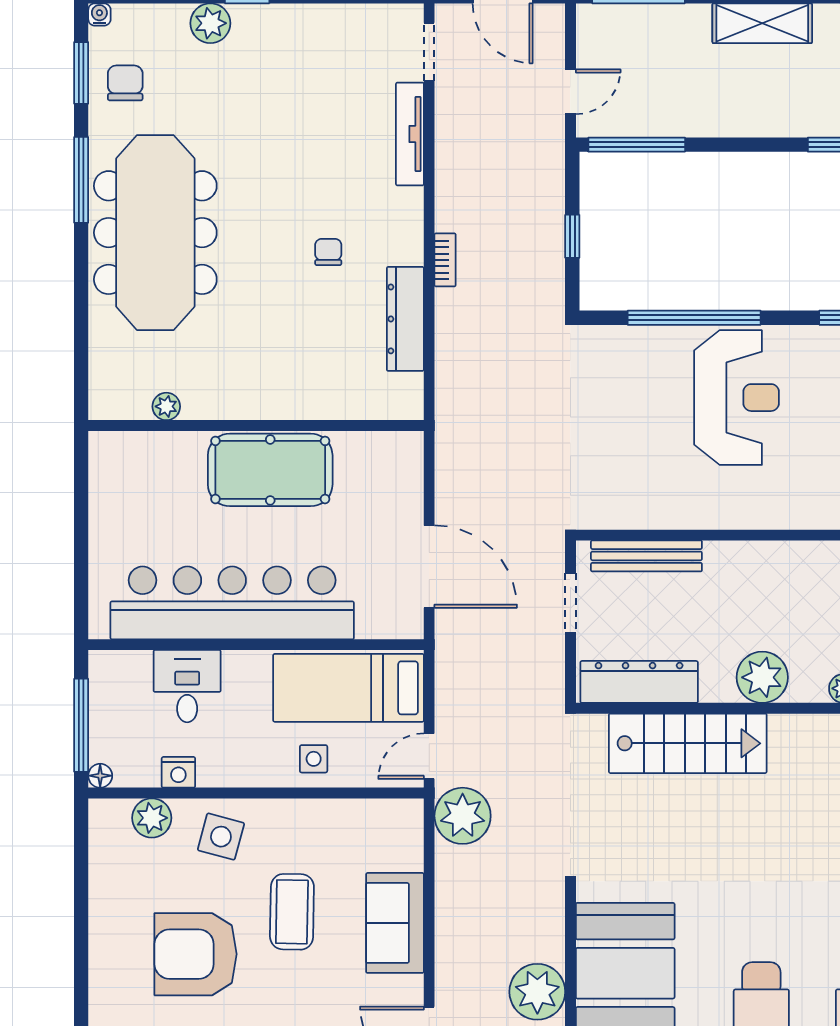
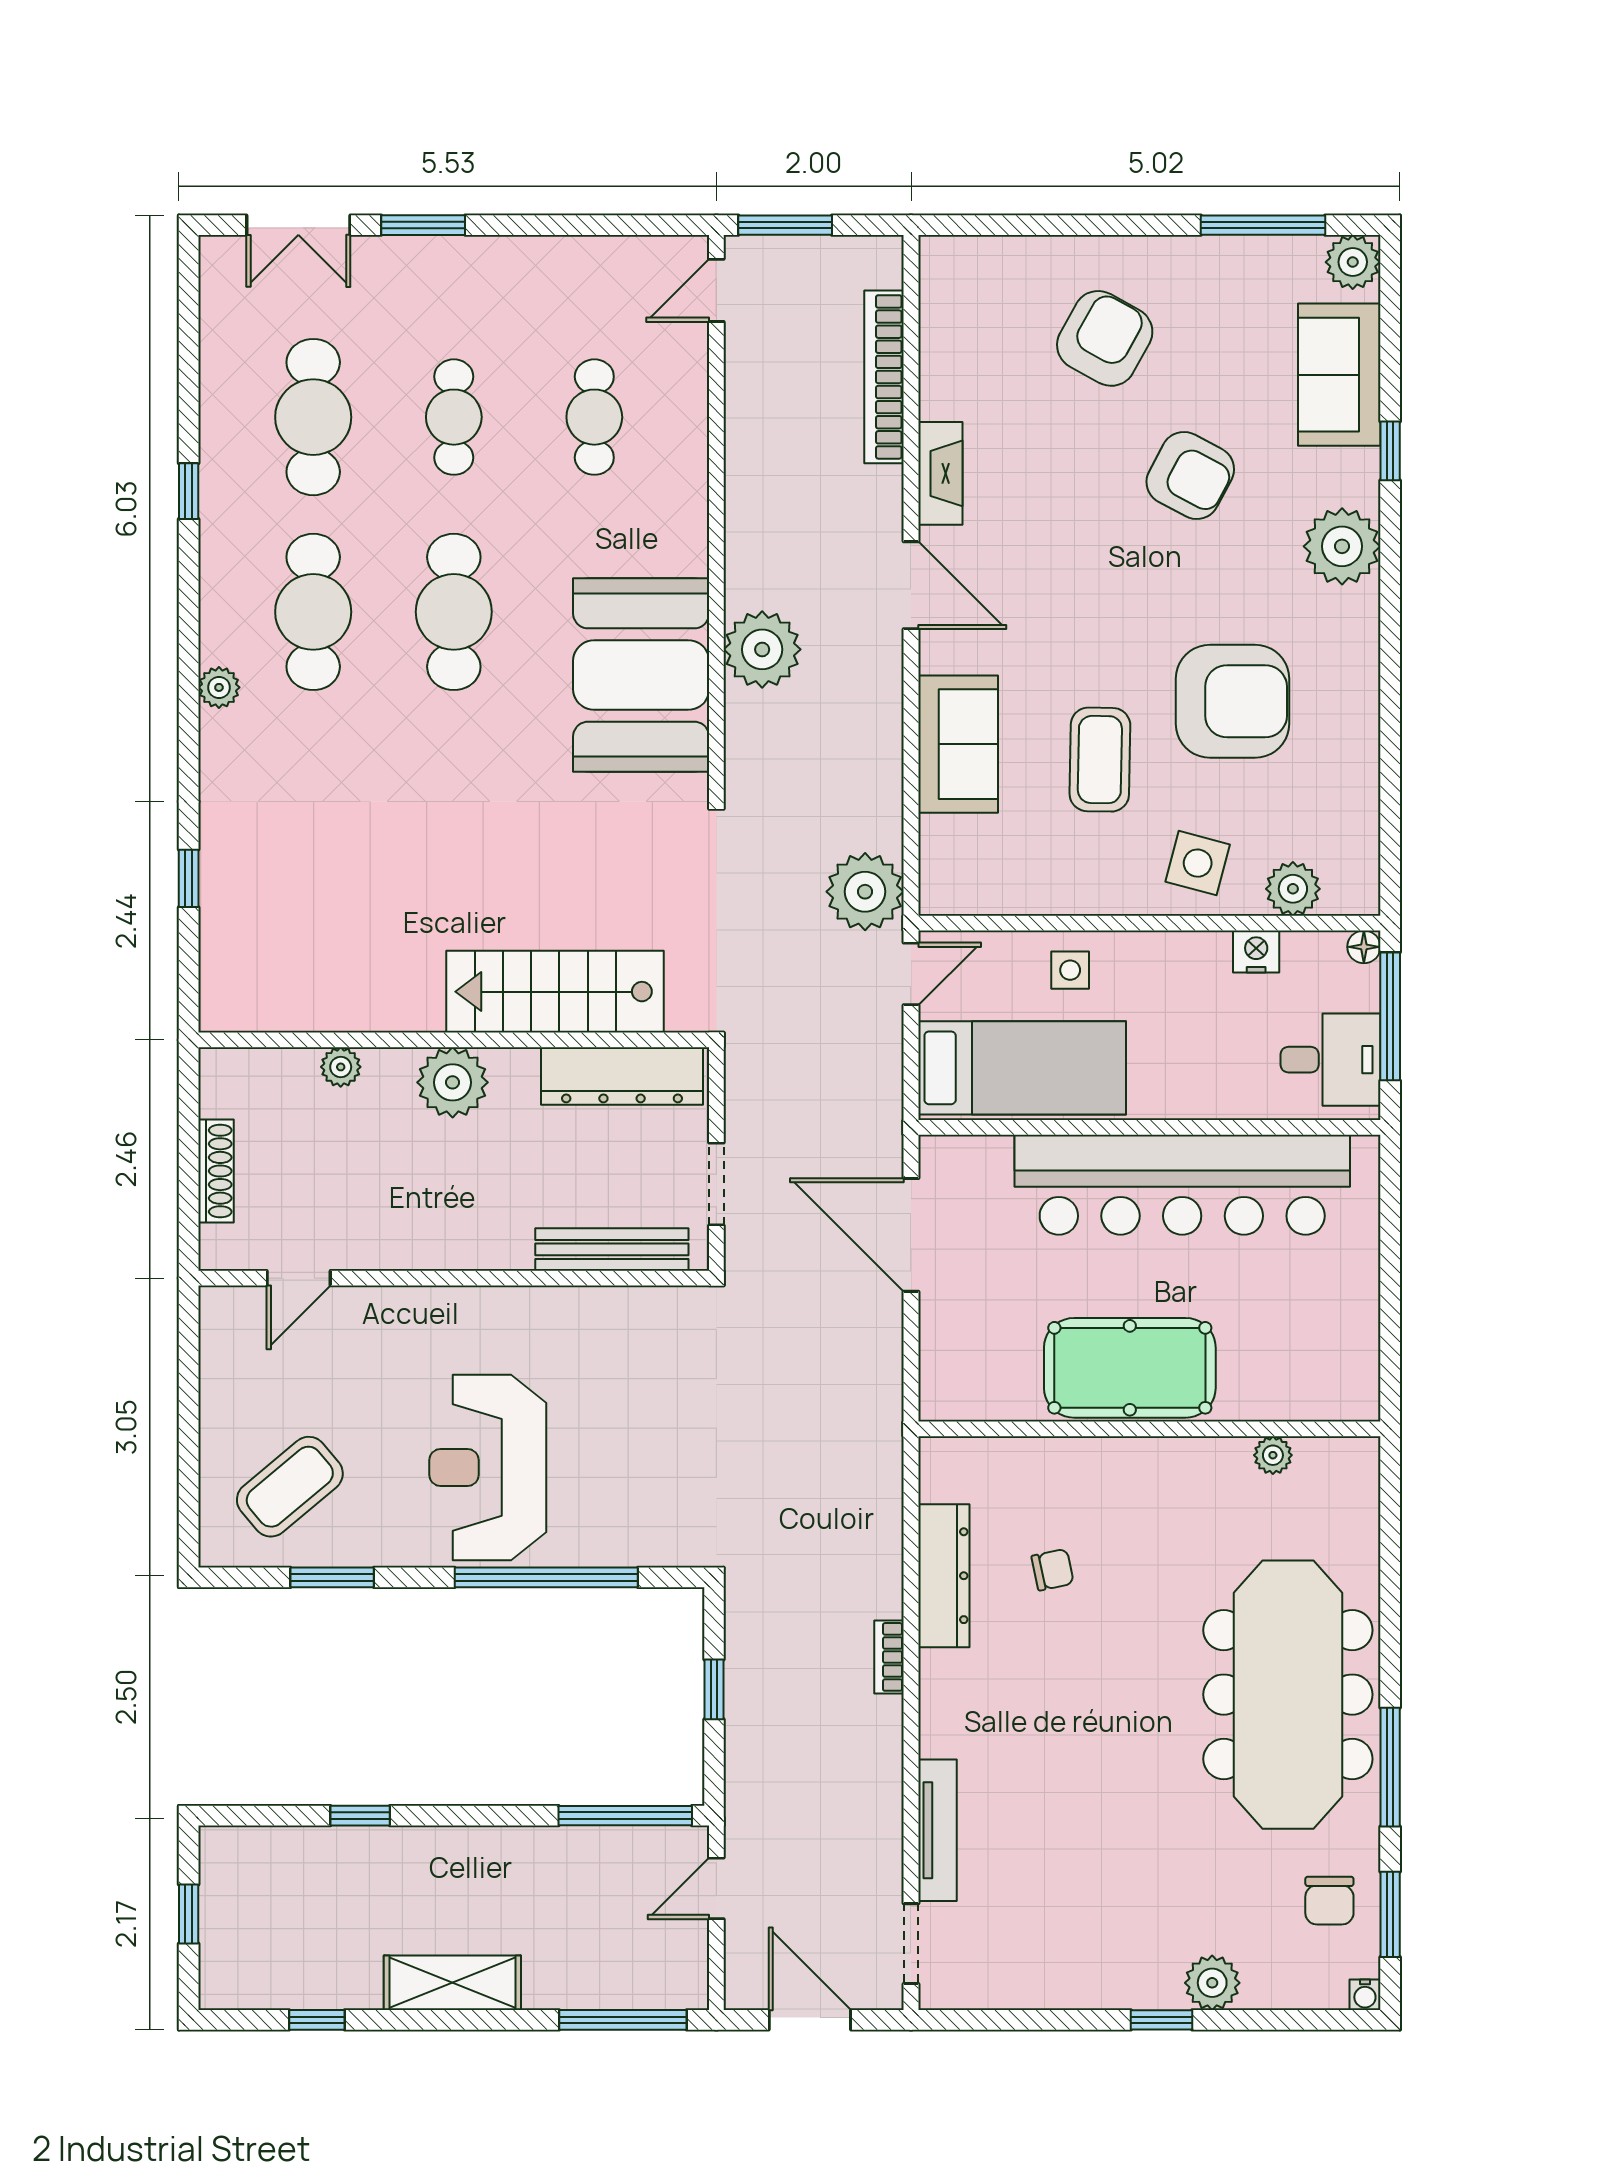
chair: (328, 252) -> (1053, 1570), moved, turned -102
desk: (187, 686) -> (1331, 1060), moved, turned -90

